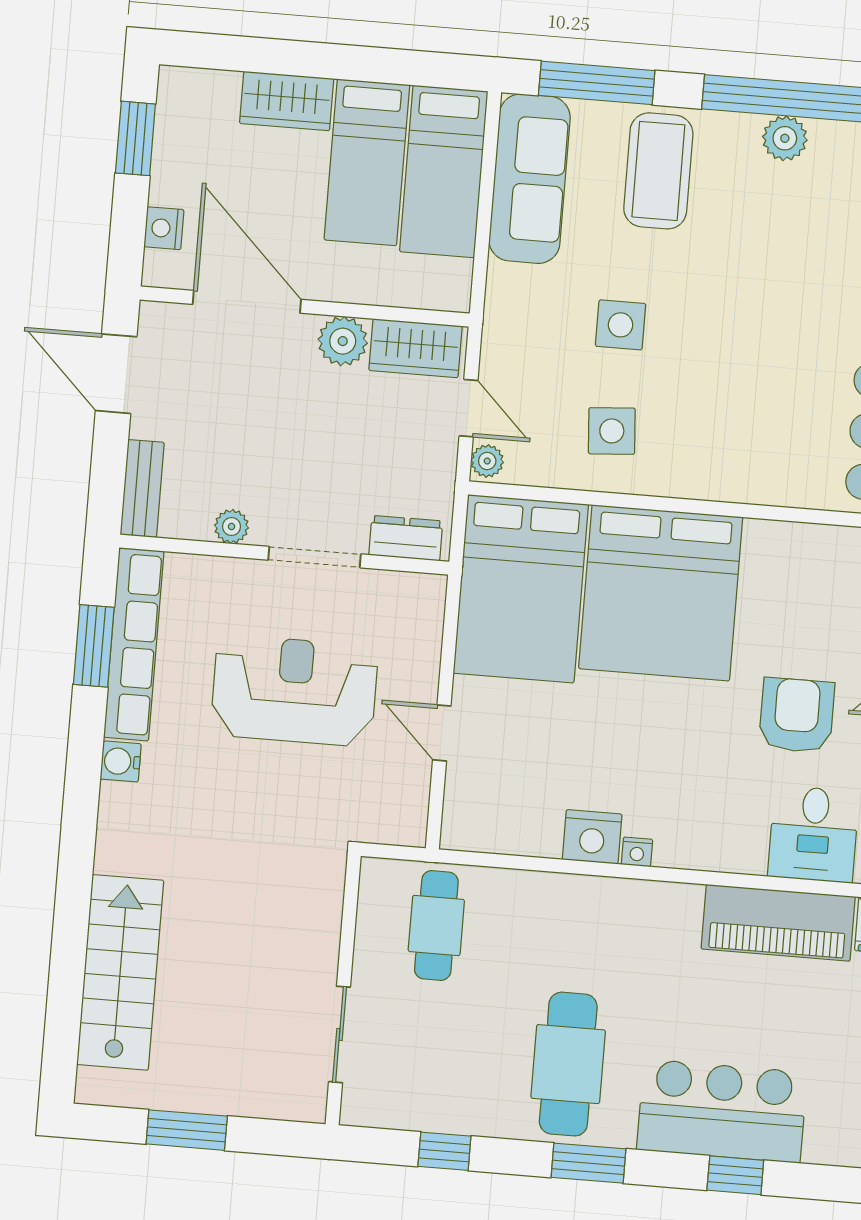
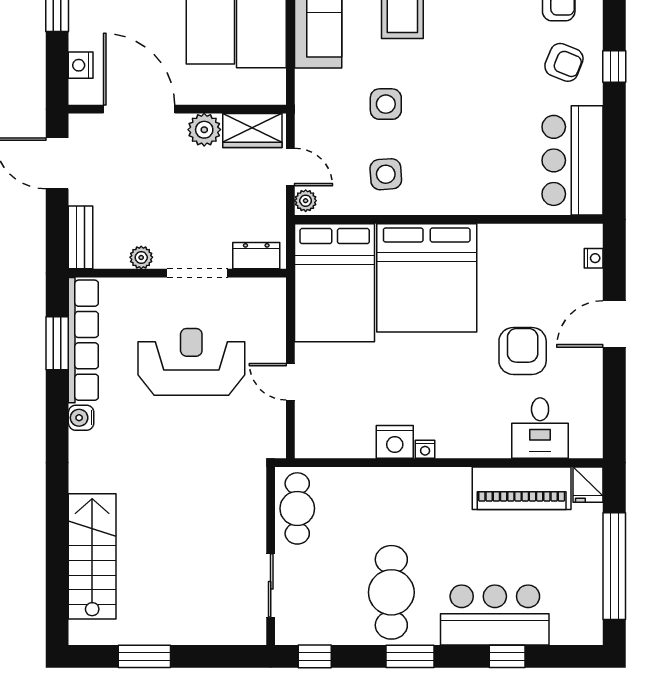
wall: (343, 990) -> (271, 556), moved
sliding door: (339, 1034) -> (271, 585), moved

